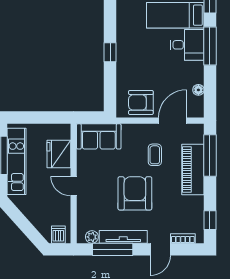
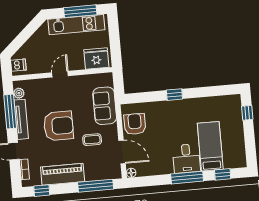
floor lamp: (198, 90) -> (131, 173), moved
sofa: (99, 136) -> (105, 106), moved
fridge: (59, 154) -> (96, 59), moved
piano: (193, 170) -> (63, 174), moved

